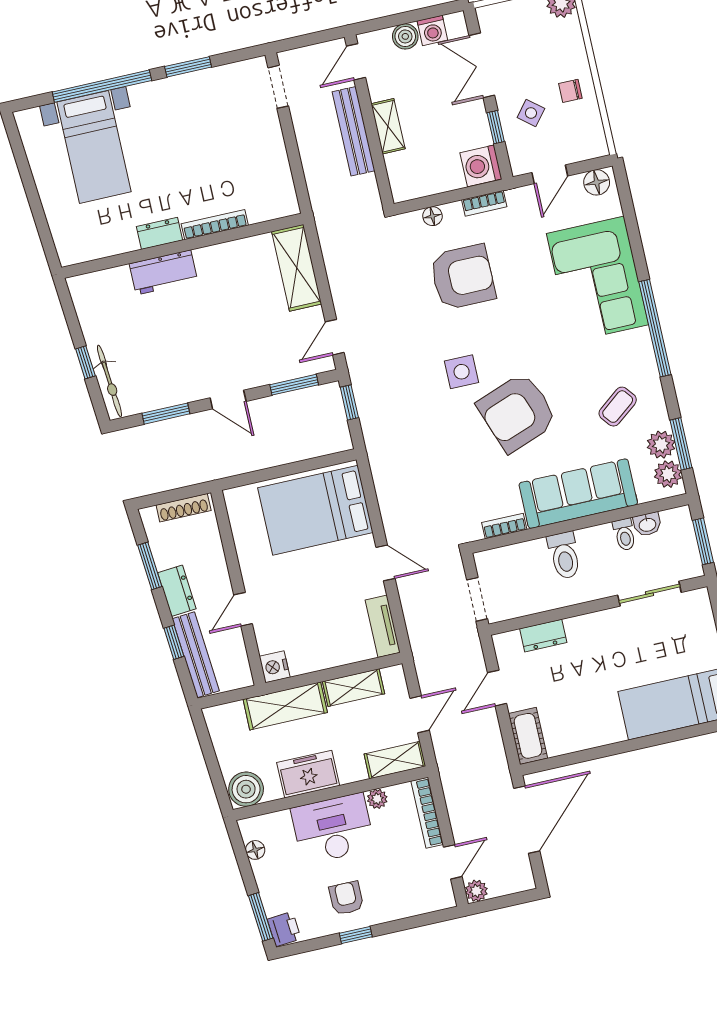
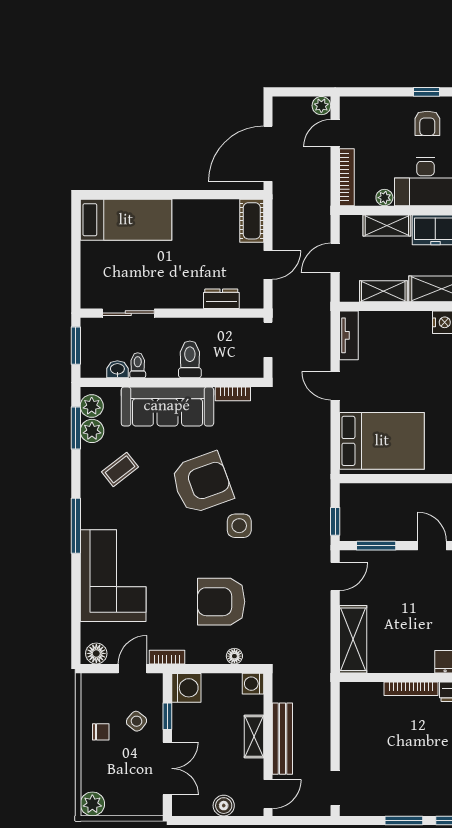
washing machine: (432, 30) -> (253, 684), moved, turned -90
bookcase: (484, 203) -> (167, 657), moved
window: (655, 328) -> (76, 526), width x0.68
shelving: (395, 760) -> (387, 225), moved

